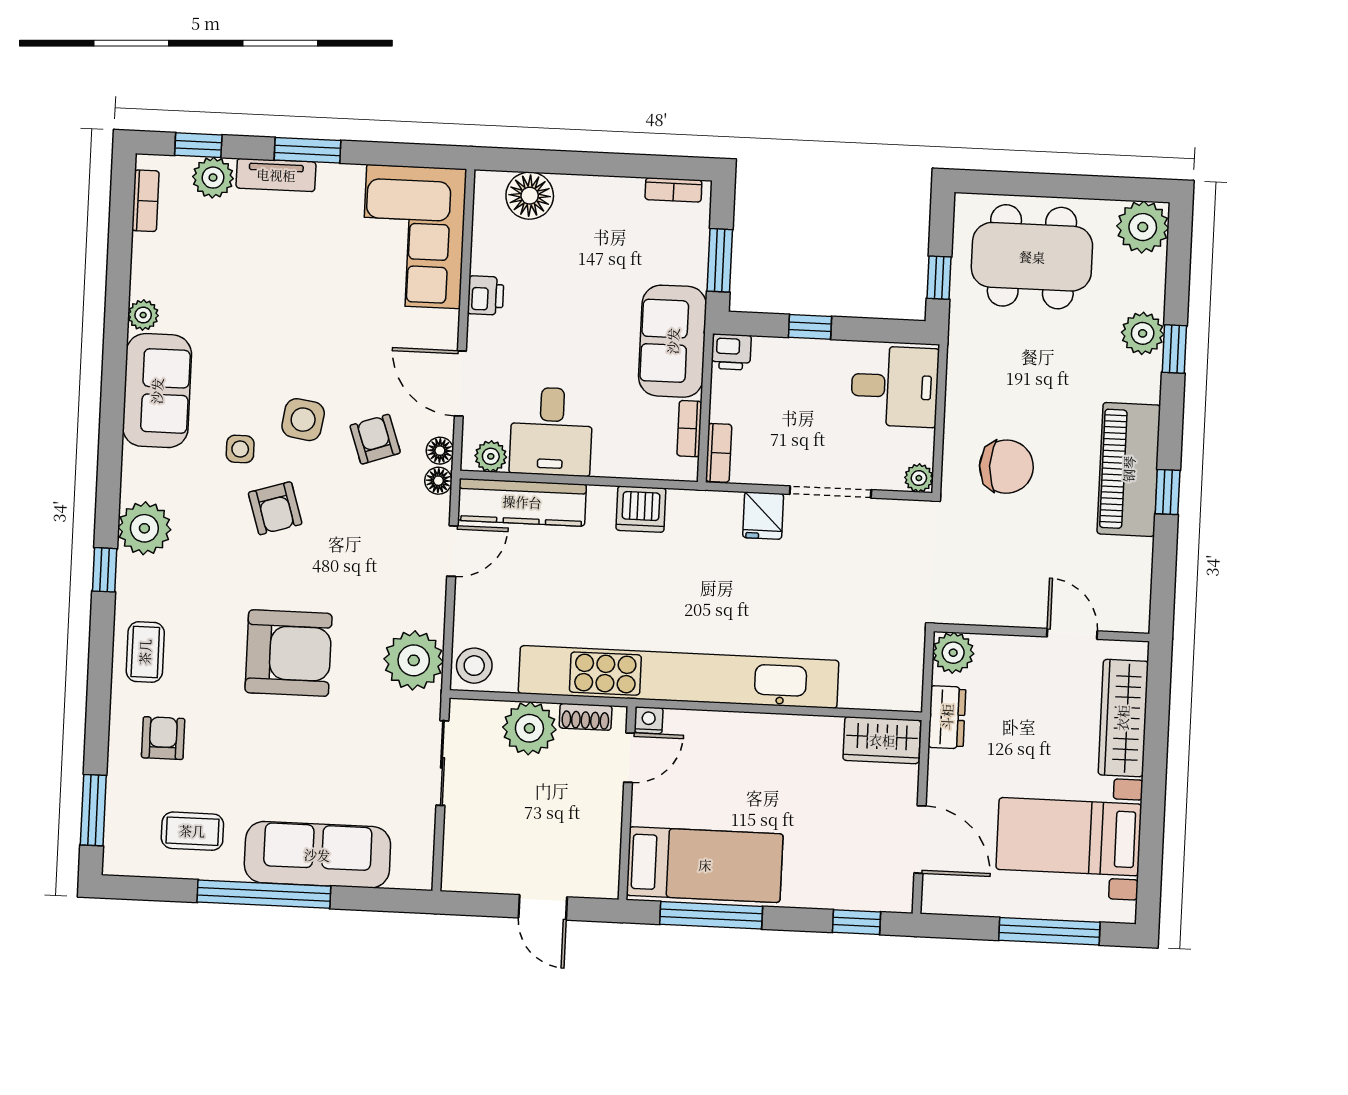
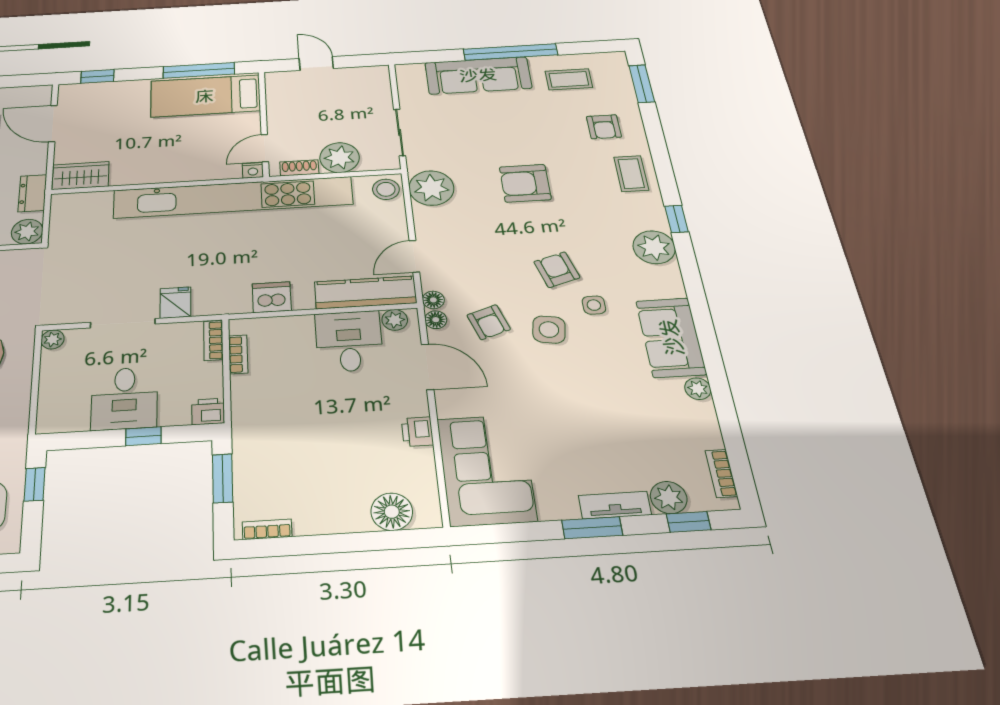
sofa: (673, 341) -> (257, 414), removed
desk: (895, 386) -> (124, 398), moved, turned -90
armchair: (289, 653) -> (525, 183), width x0.73, depth x0.73

